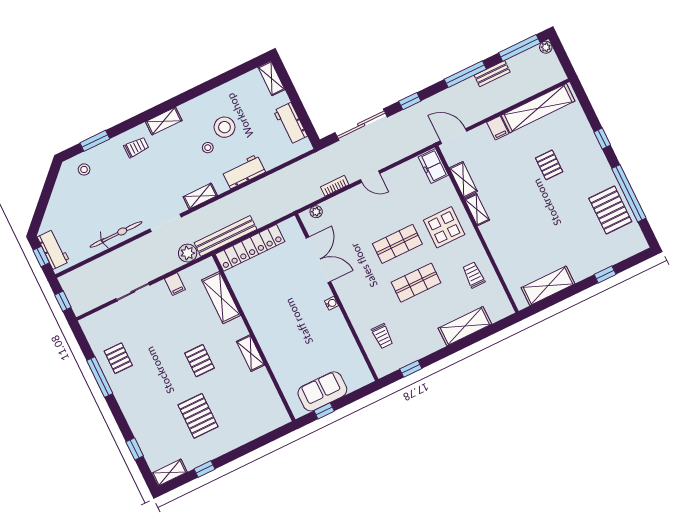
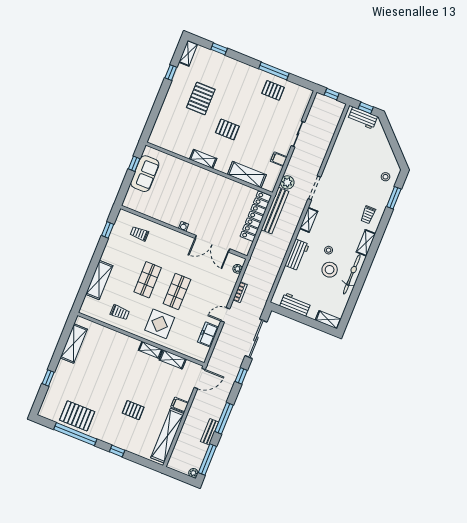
freezer: (433, 166) -> (208, 335), moved, turned -90
bicycle: (116, 234) -> (352, 274), moved, turned 180
pallet: (198, 416) -> (201, 98), turned 90

